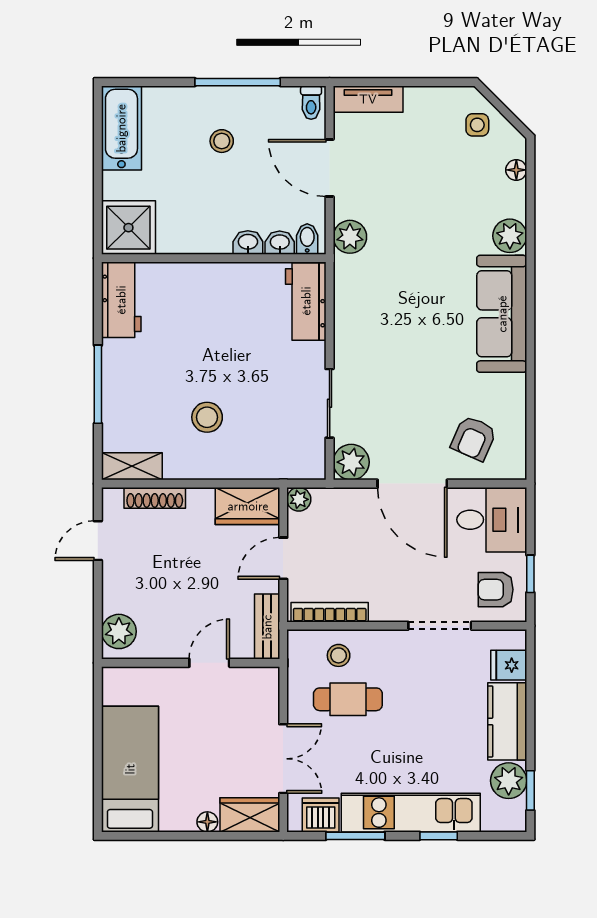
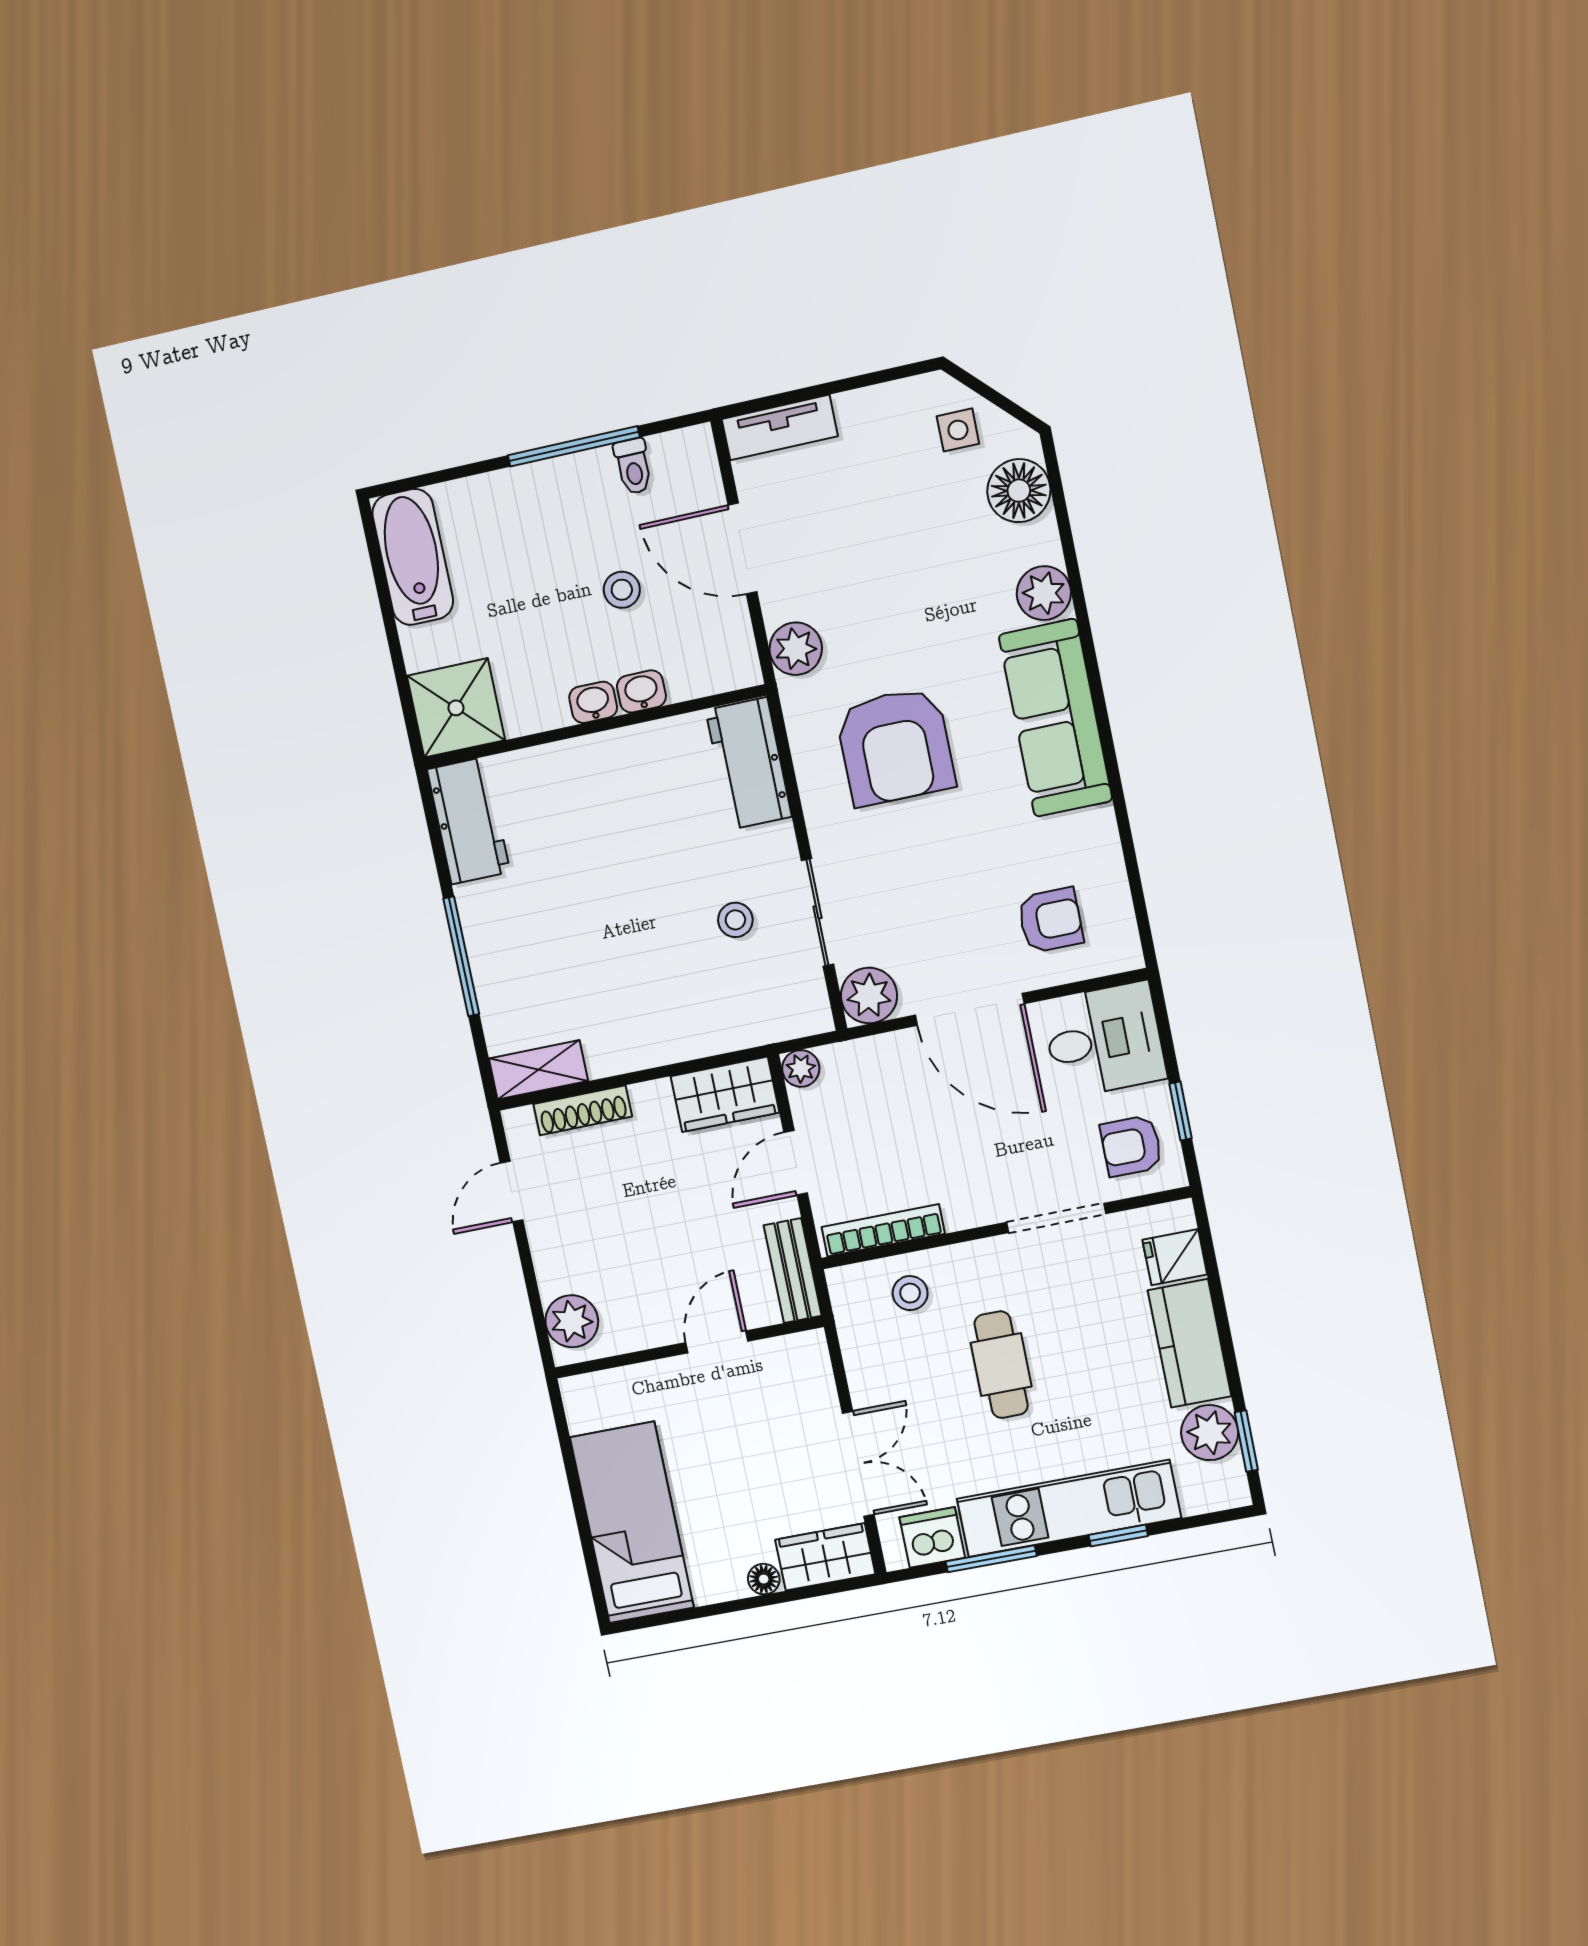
toilet: (311, 103) -> (633, 466), moved
stool: (222, 141) -> (622, 590), moved
floor lamp: (516, 170) -> (1019, 491), width x1.89, depth x1.89
bidet: (307, 239) -> (731, 666), removed
washbasin: (280, 243) -> (593, 702), moved
armchair: (399, 310) -> (895, 746), added
stool: (207, 417) -> (735, 920), moved, width x0.73, depth x0.73
armchair: (474, 438) -> (1051, 920), turned -114
cafe table: (348, 699) -> (1001, 1365), moved, turned 90

